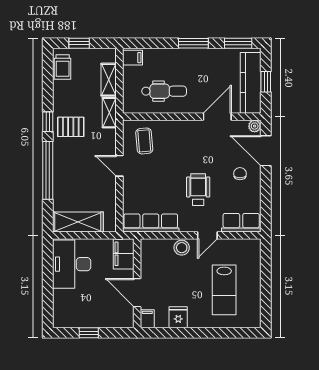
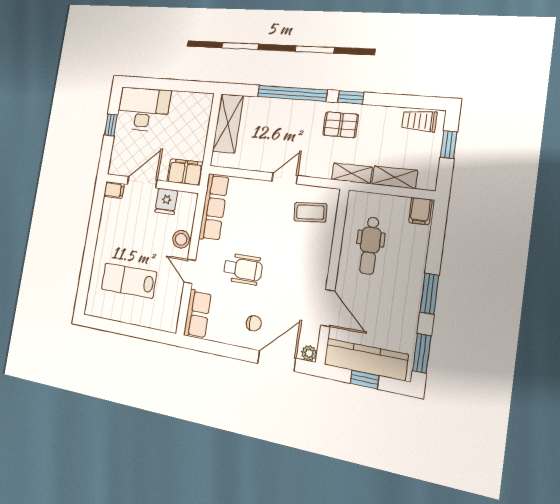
pallet: (71, 127) -> (341, 125), turned 90
desk: (72, 264) -> (143, 109), moved
fridge: (178, 317) -> (166, 201), moved, turned 90

